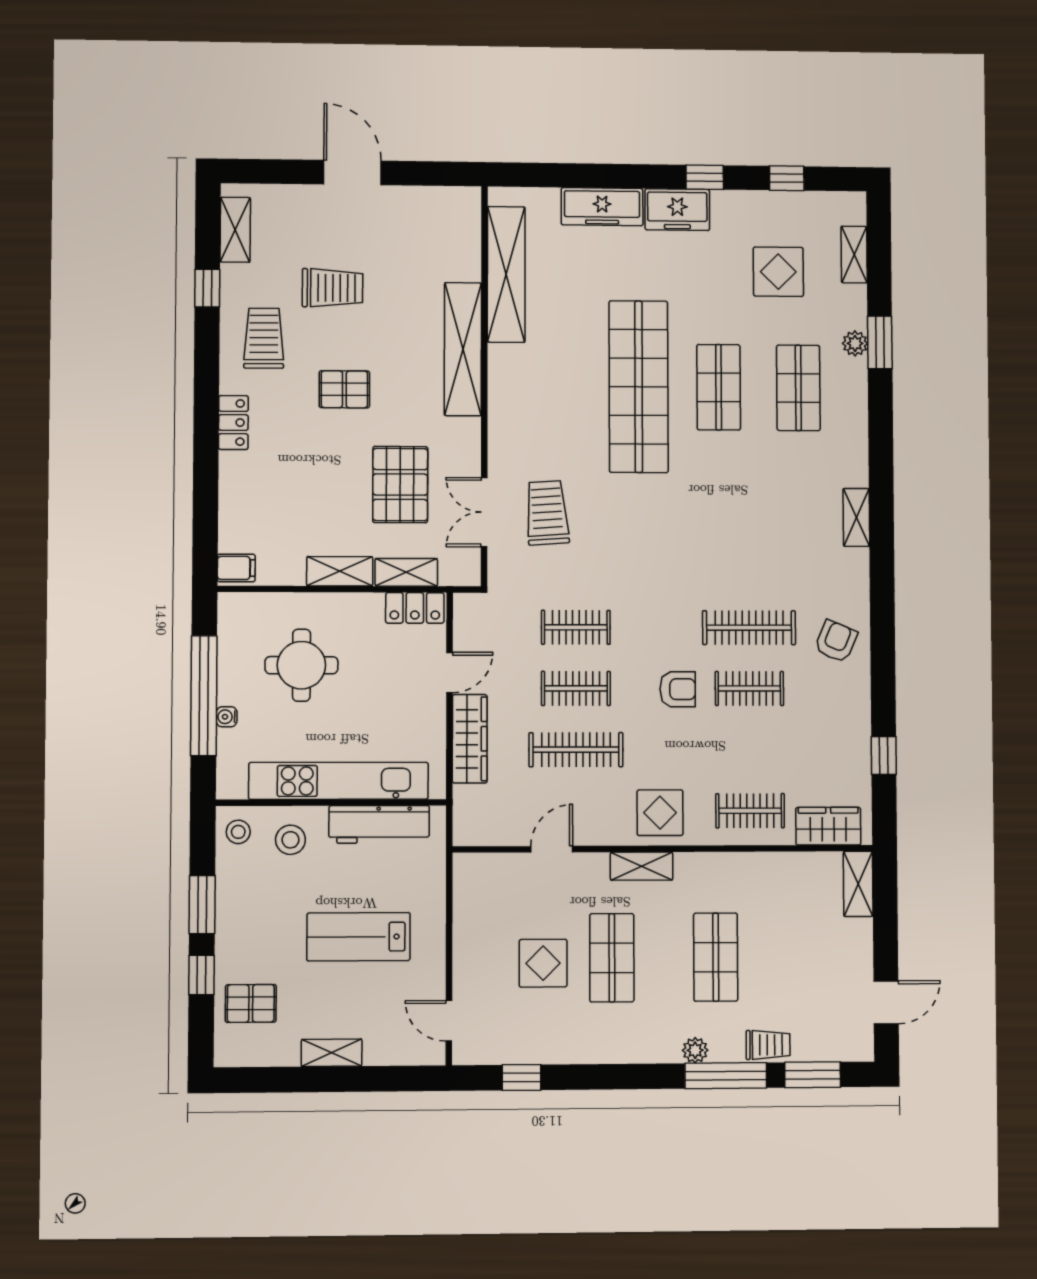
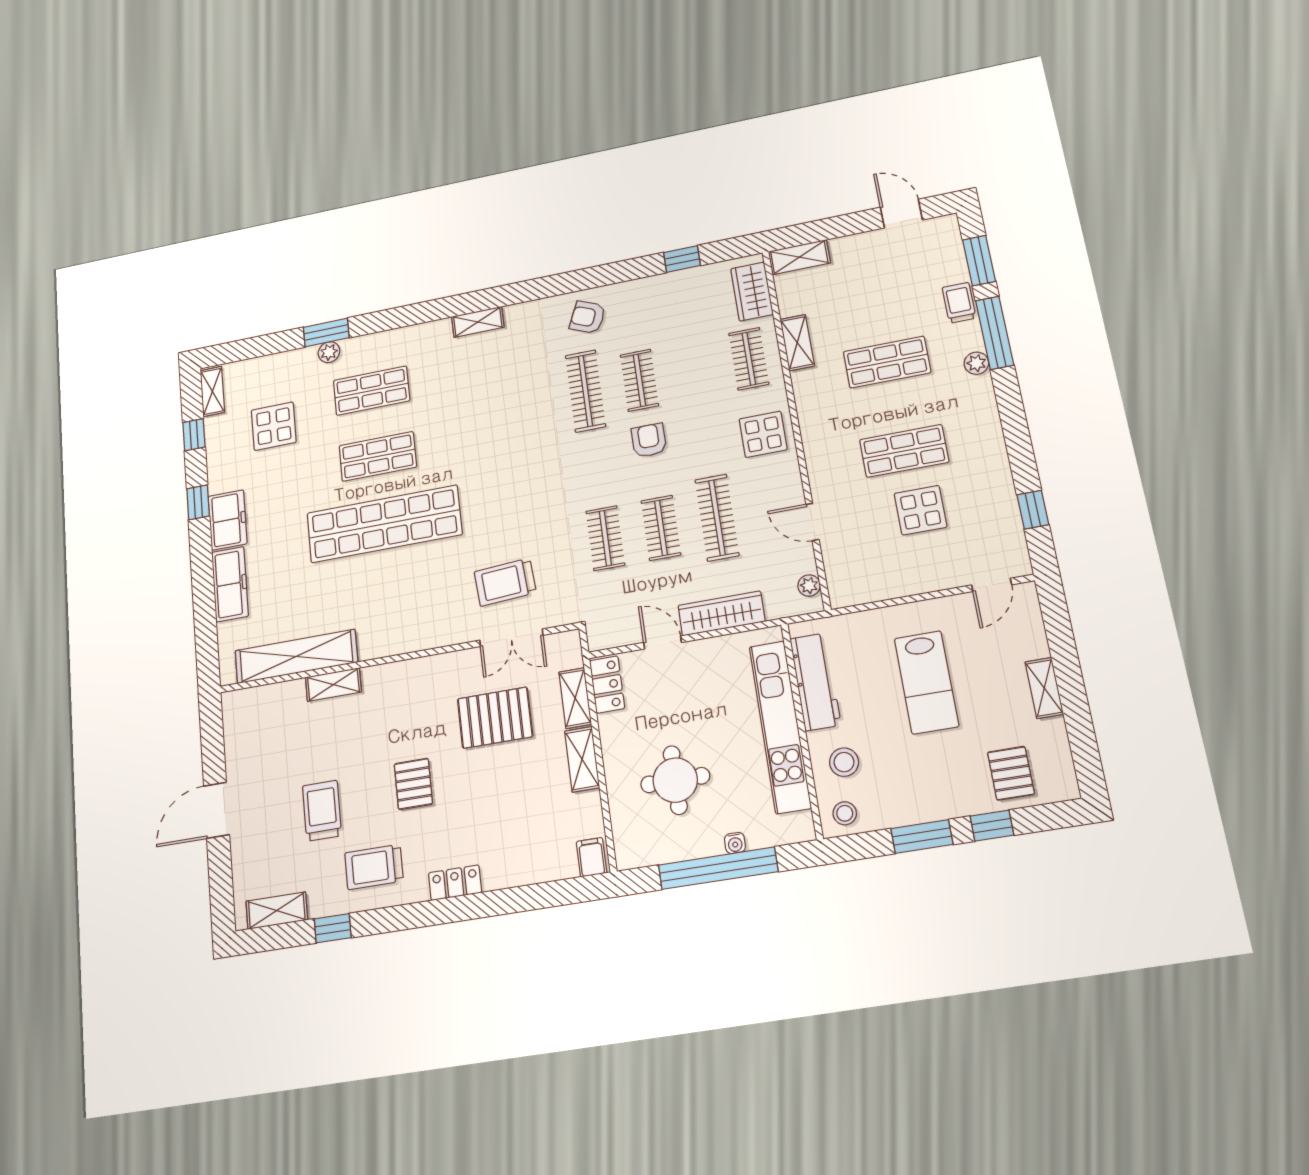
shelving: (854, 255) -> (212, 391), moved, turned 90
shelving: (463, 349) -> (333, 685), width x0.45, depth x0.75
plant: (483, 835) -> (809, 586), added
shelving: (642, 866) -> (797, 343), moved

